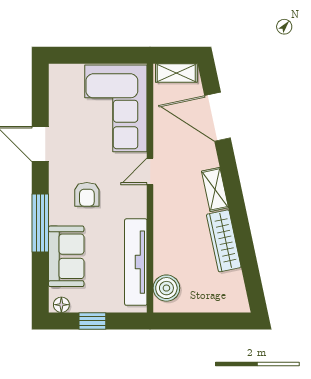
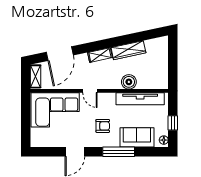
boiler: (166, 288) -> (129, 82), moved

